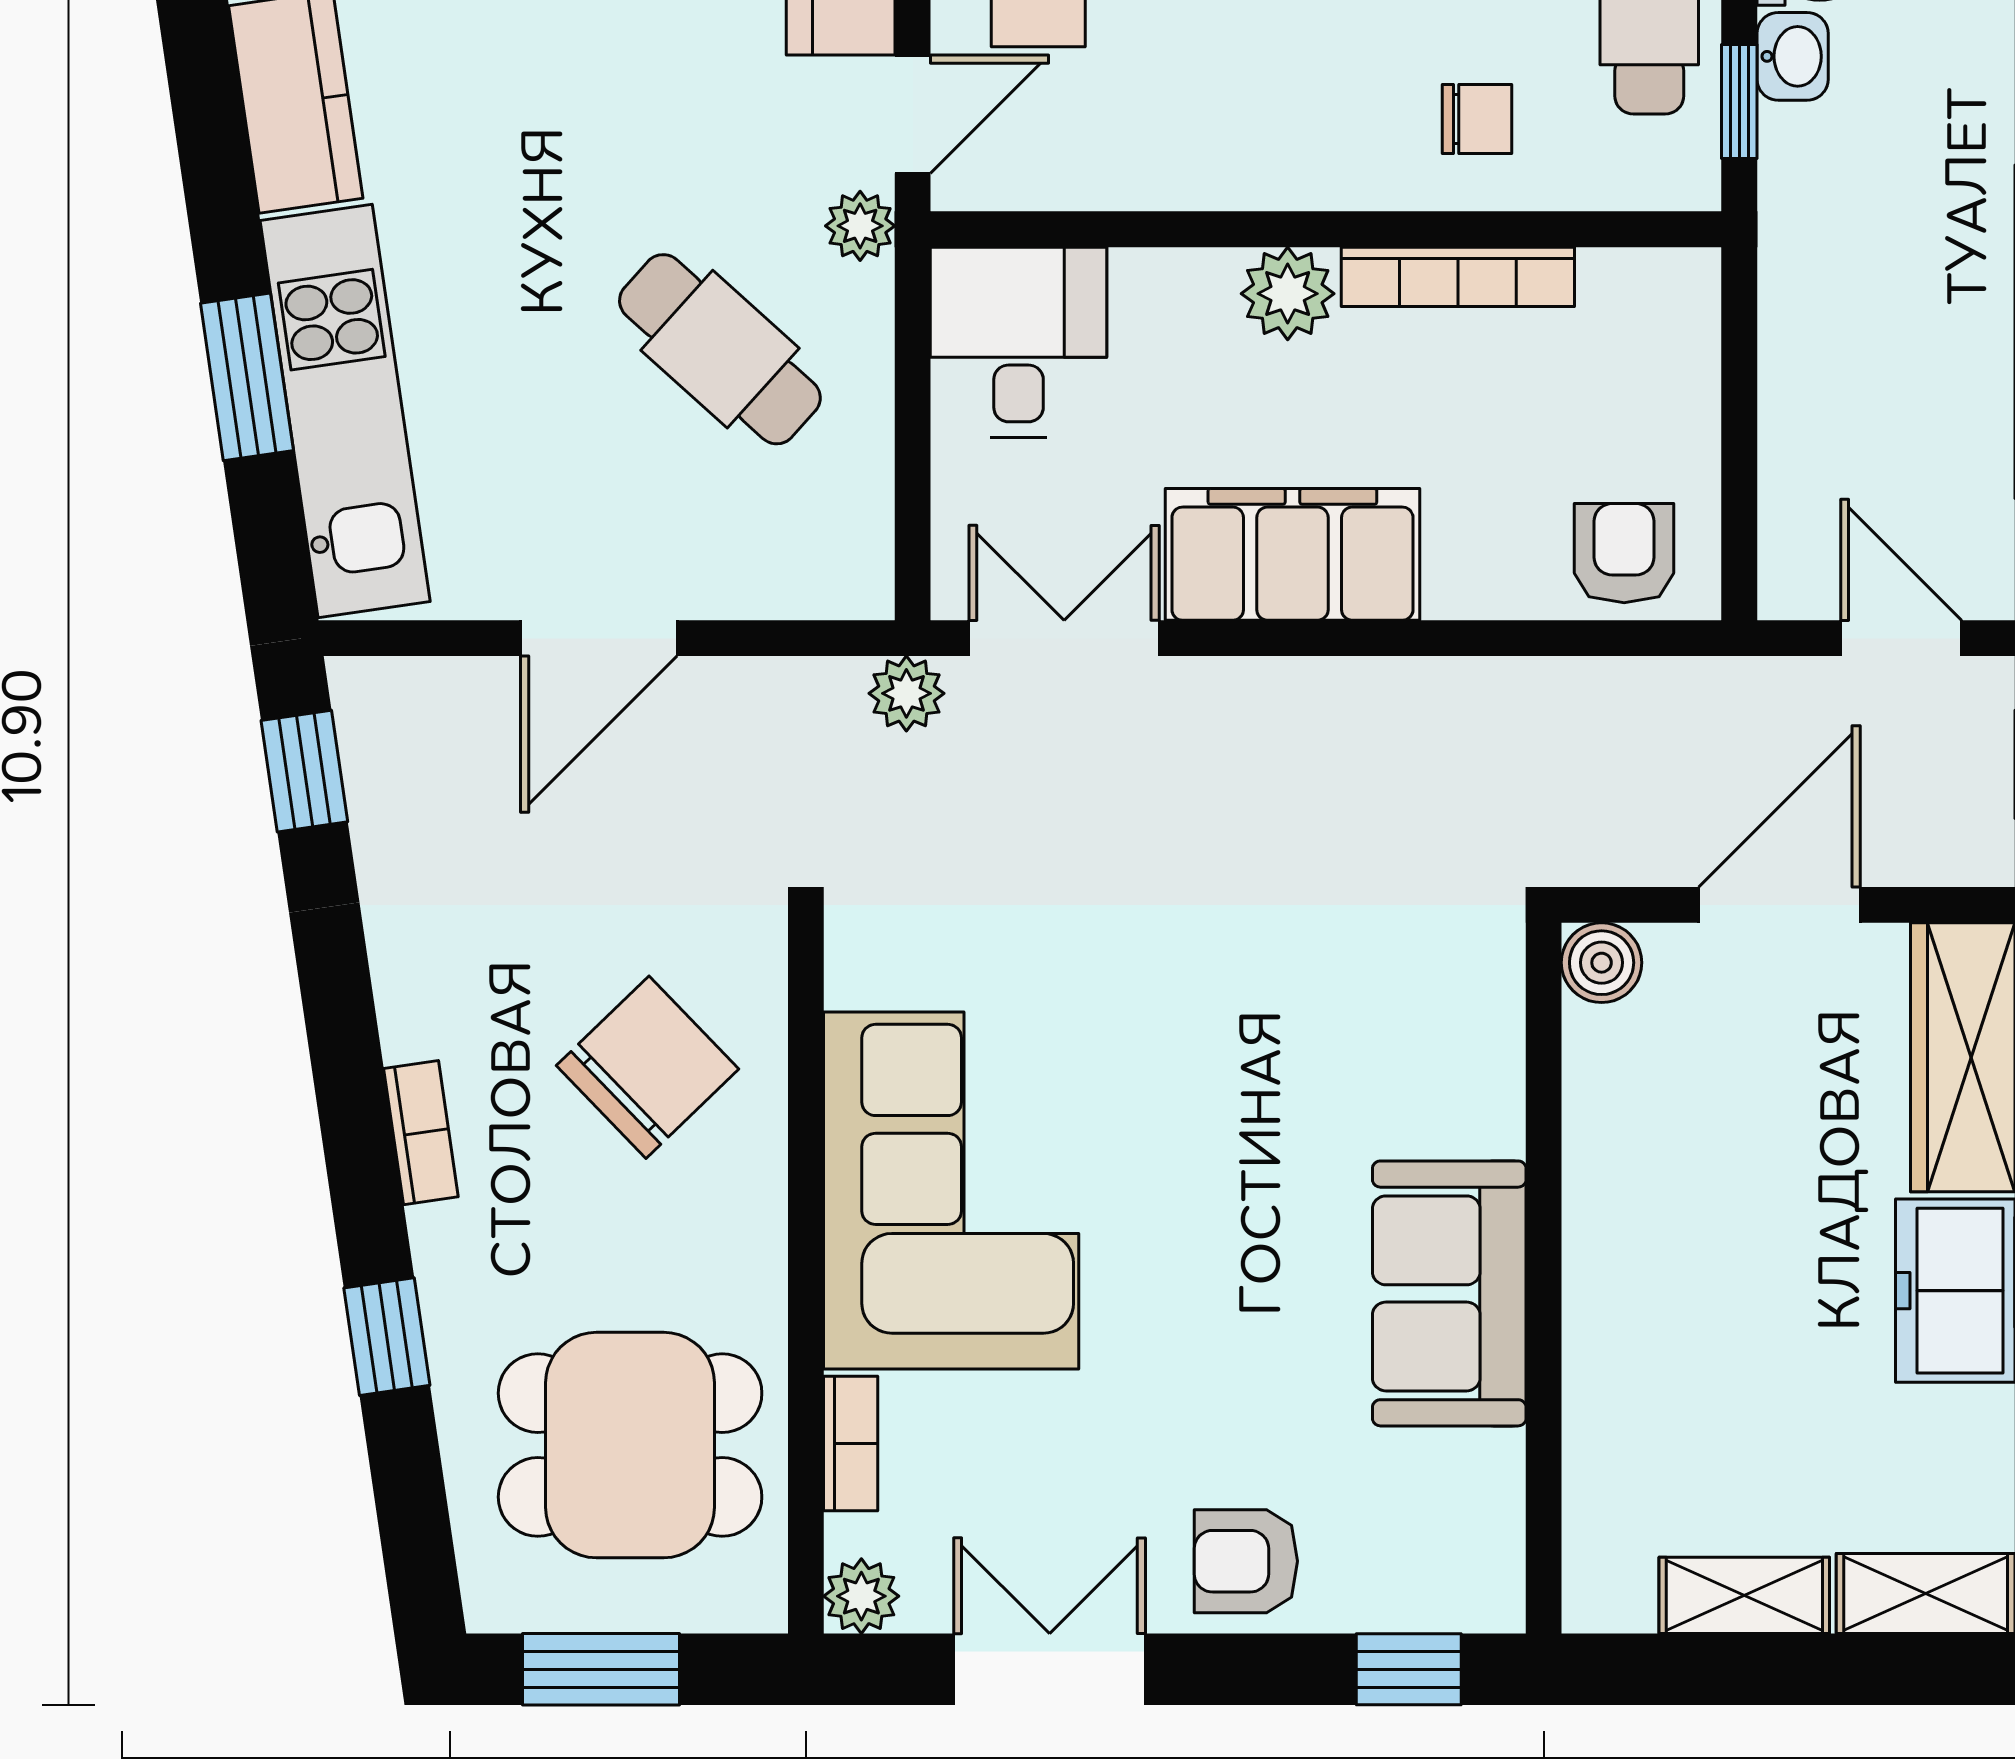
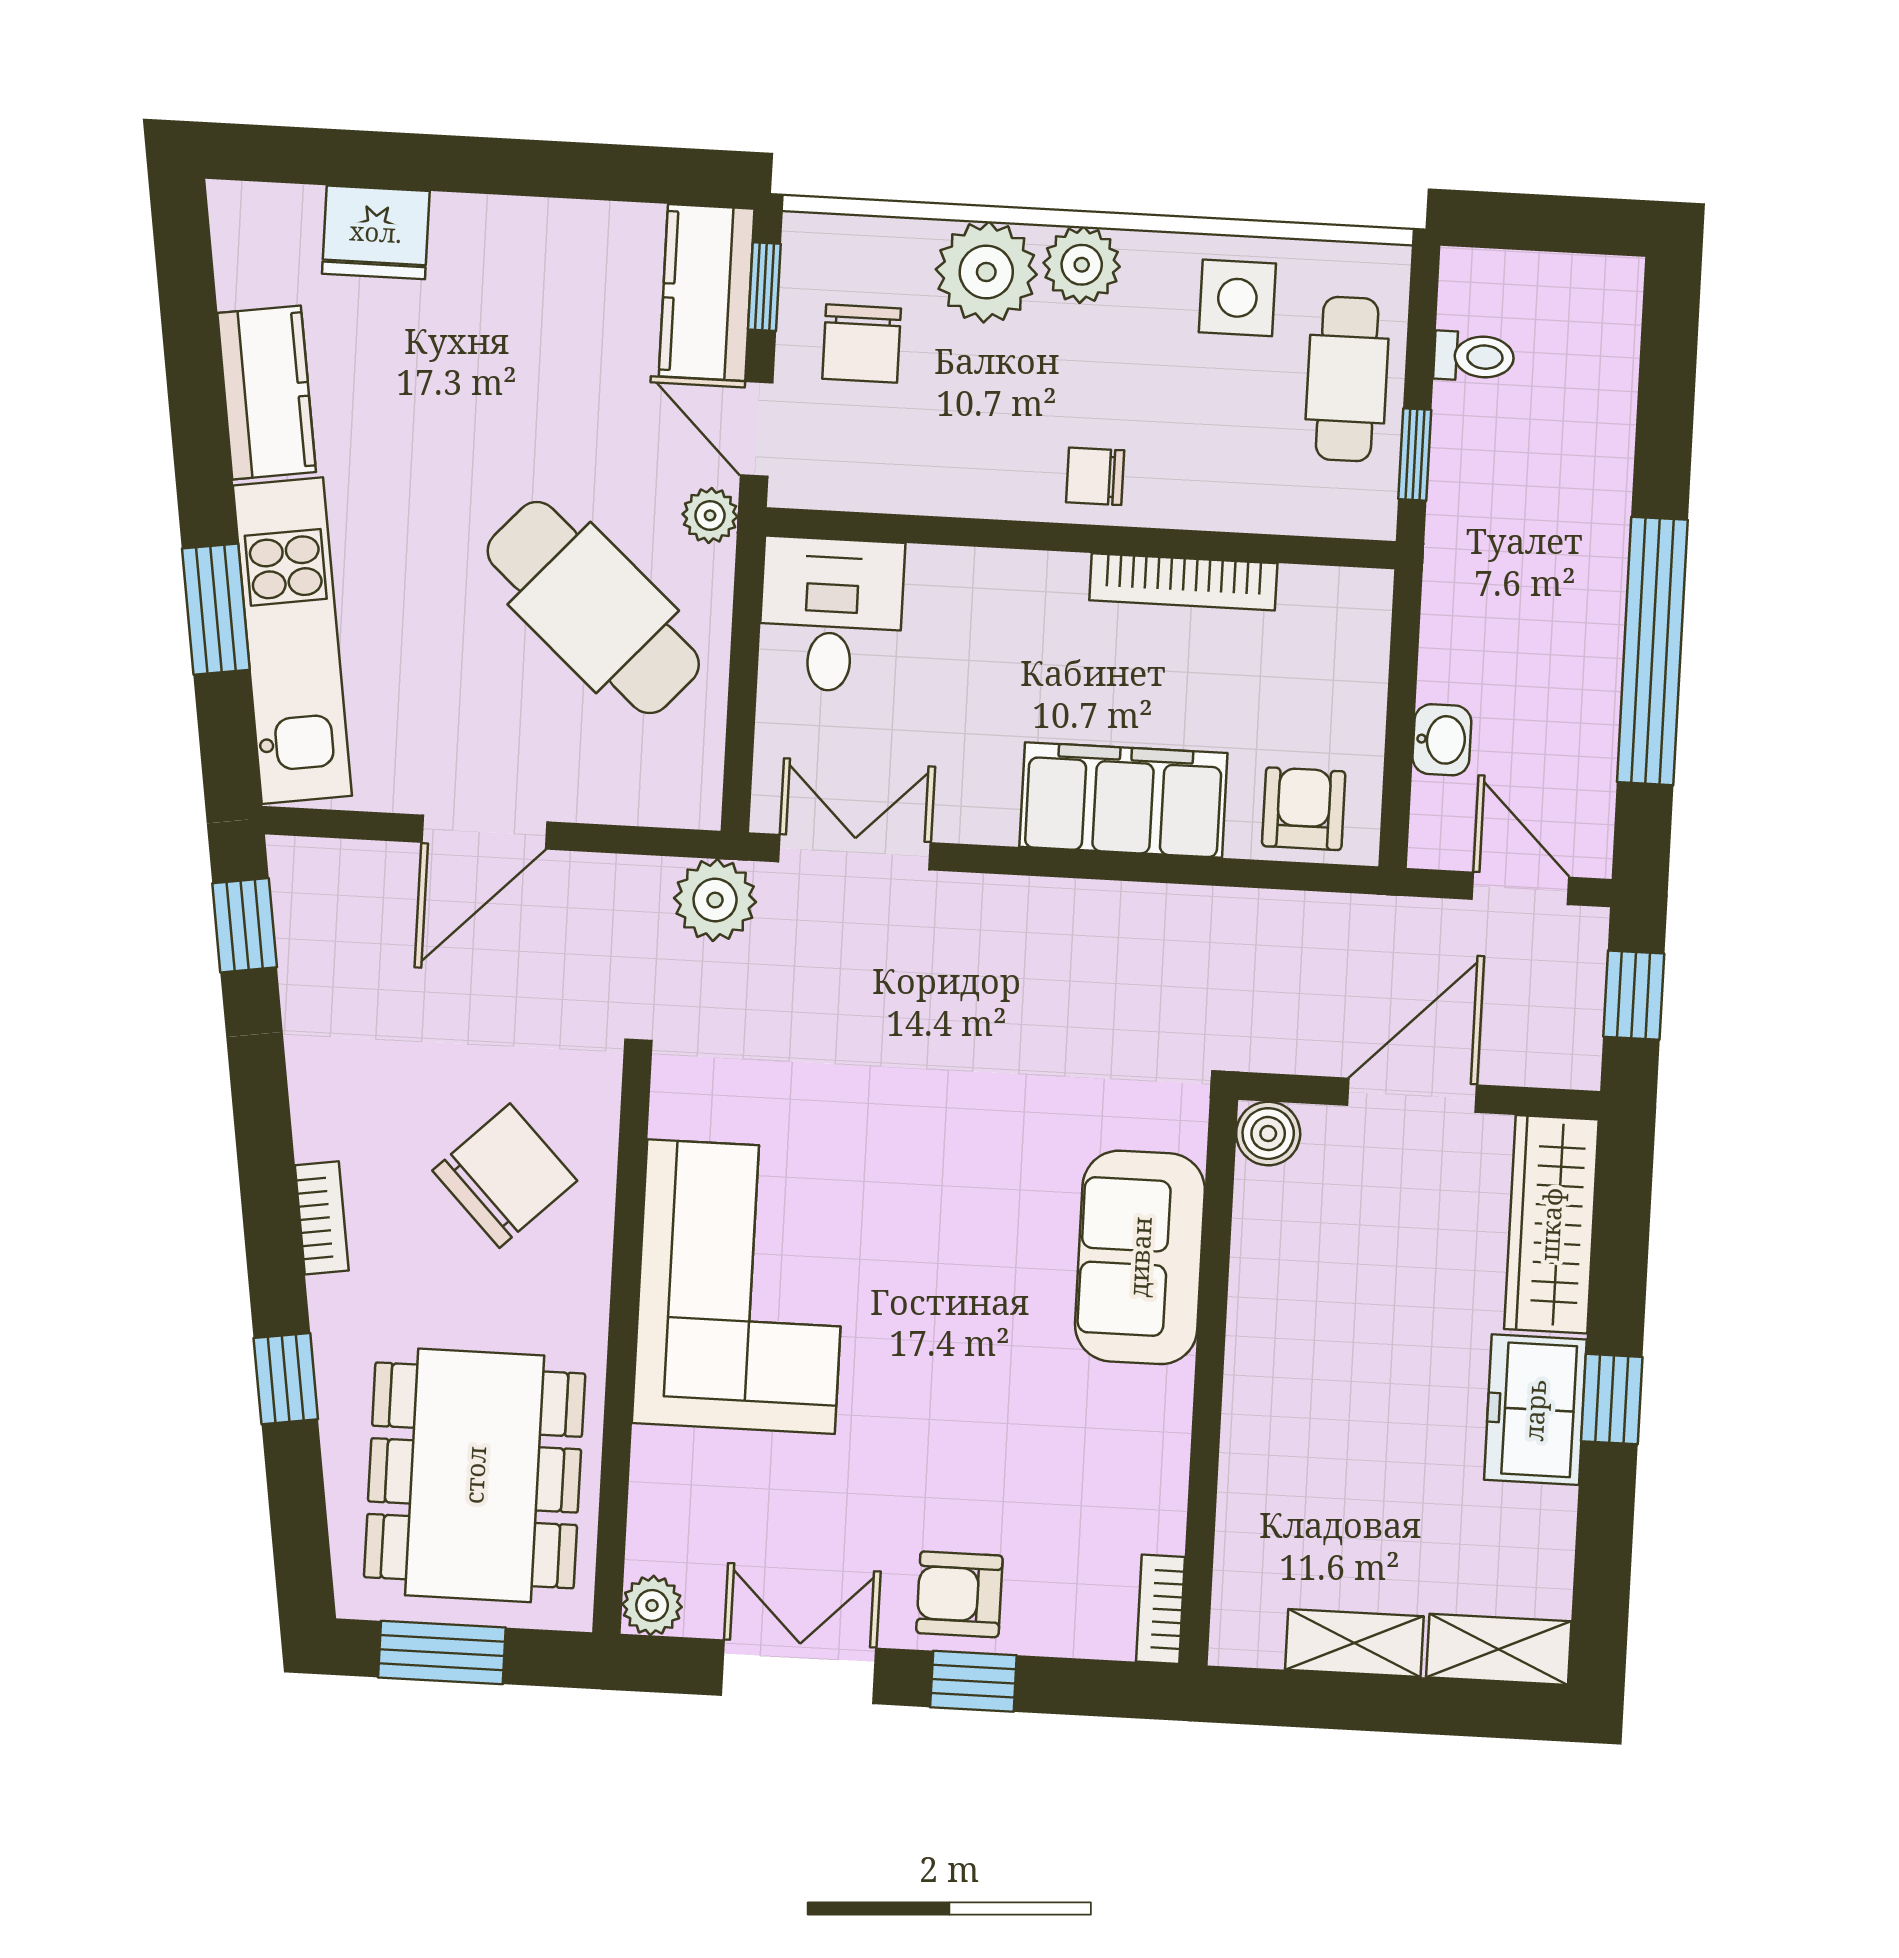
washbasin: (1793, 56) -> (1442, 740), moved
door: (913, 114) -> (757, 429), swing flipped
chair: (1477, 119) -> (1095, 476), moved, turned 180
plant: (1288, 294) -> (1047, 588), removed
cafe table: (720, 349) -> (593, 608), width x1.37, depth x1.35
filing cabinet: (1292, 554) -> (1123, 800), moved
plant: (906, 693) -> (715, 900), width x1.38, depth x1.38
sofa: (1449, 1293) -> (1140, 1257), moved
bookcase: (851, 1444) -> (1161, 1609), moved, turned 180
dining table: (630, 1445) -> (475, 1475), width x1.38
window: (1409, 1669) -> (973, 1681), moved

